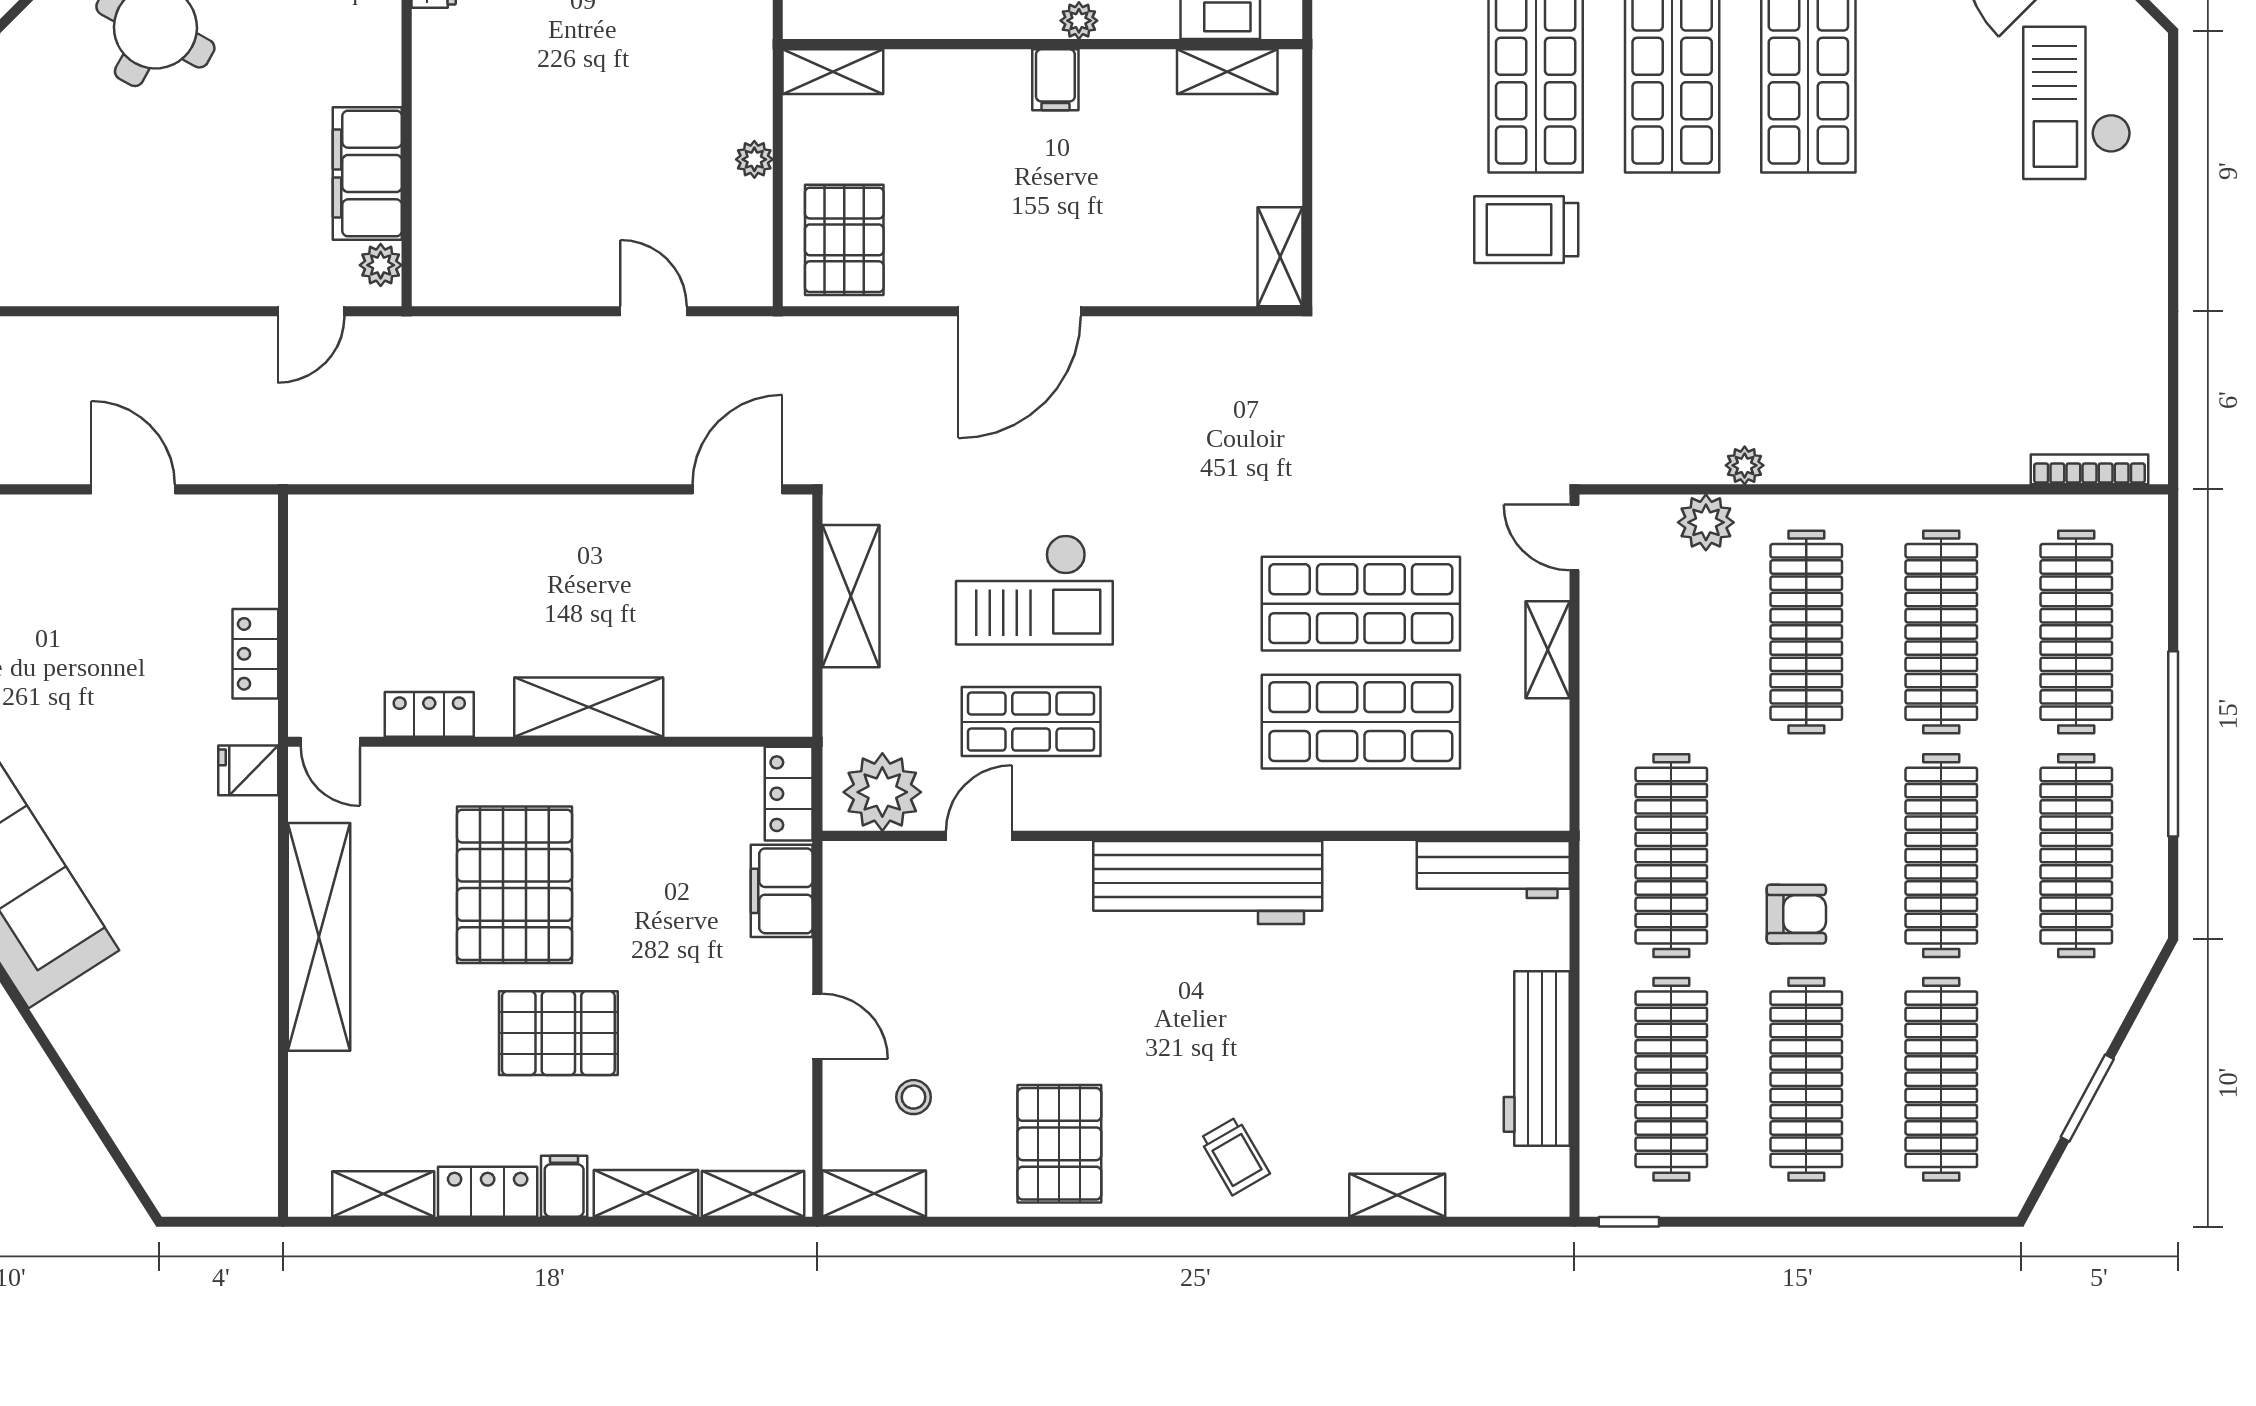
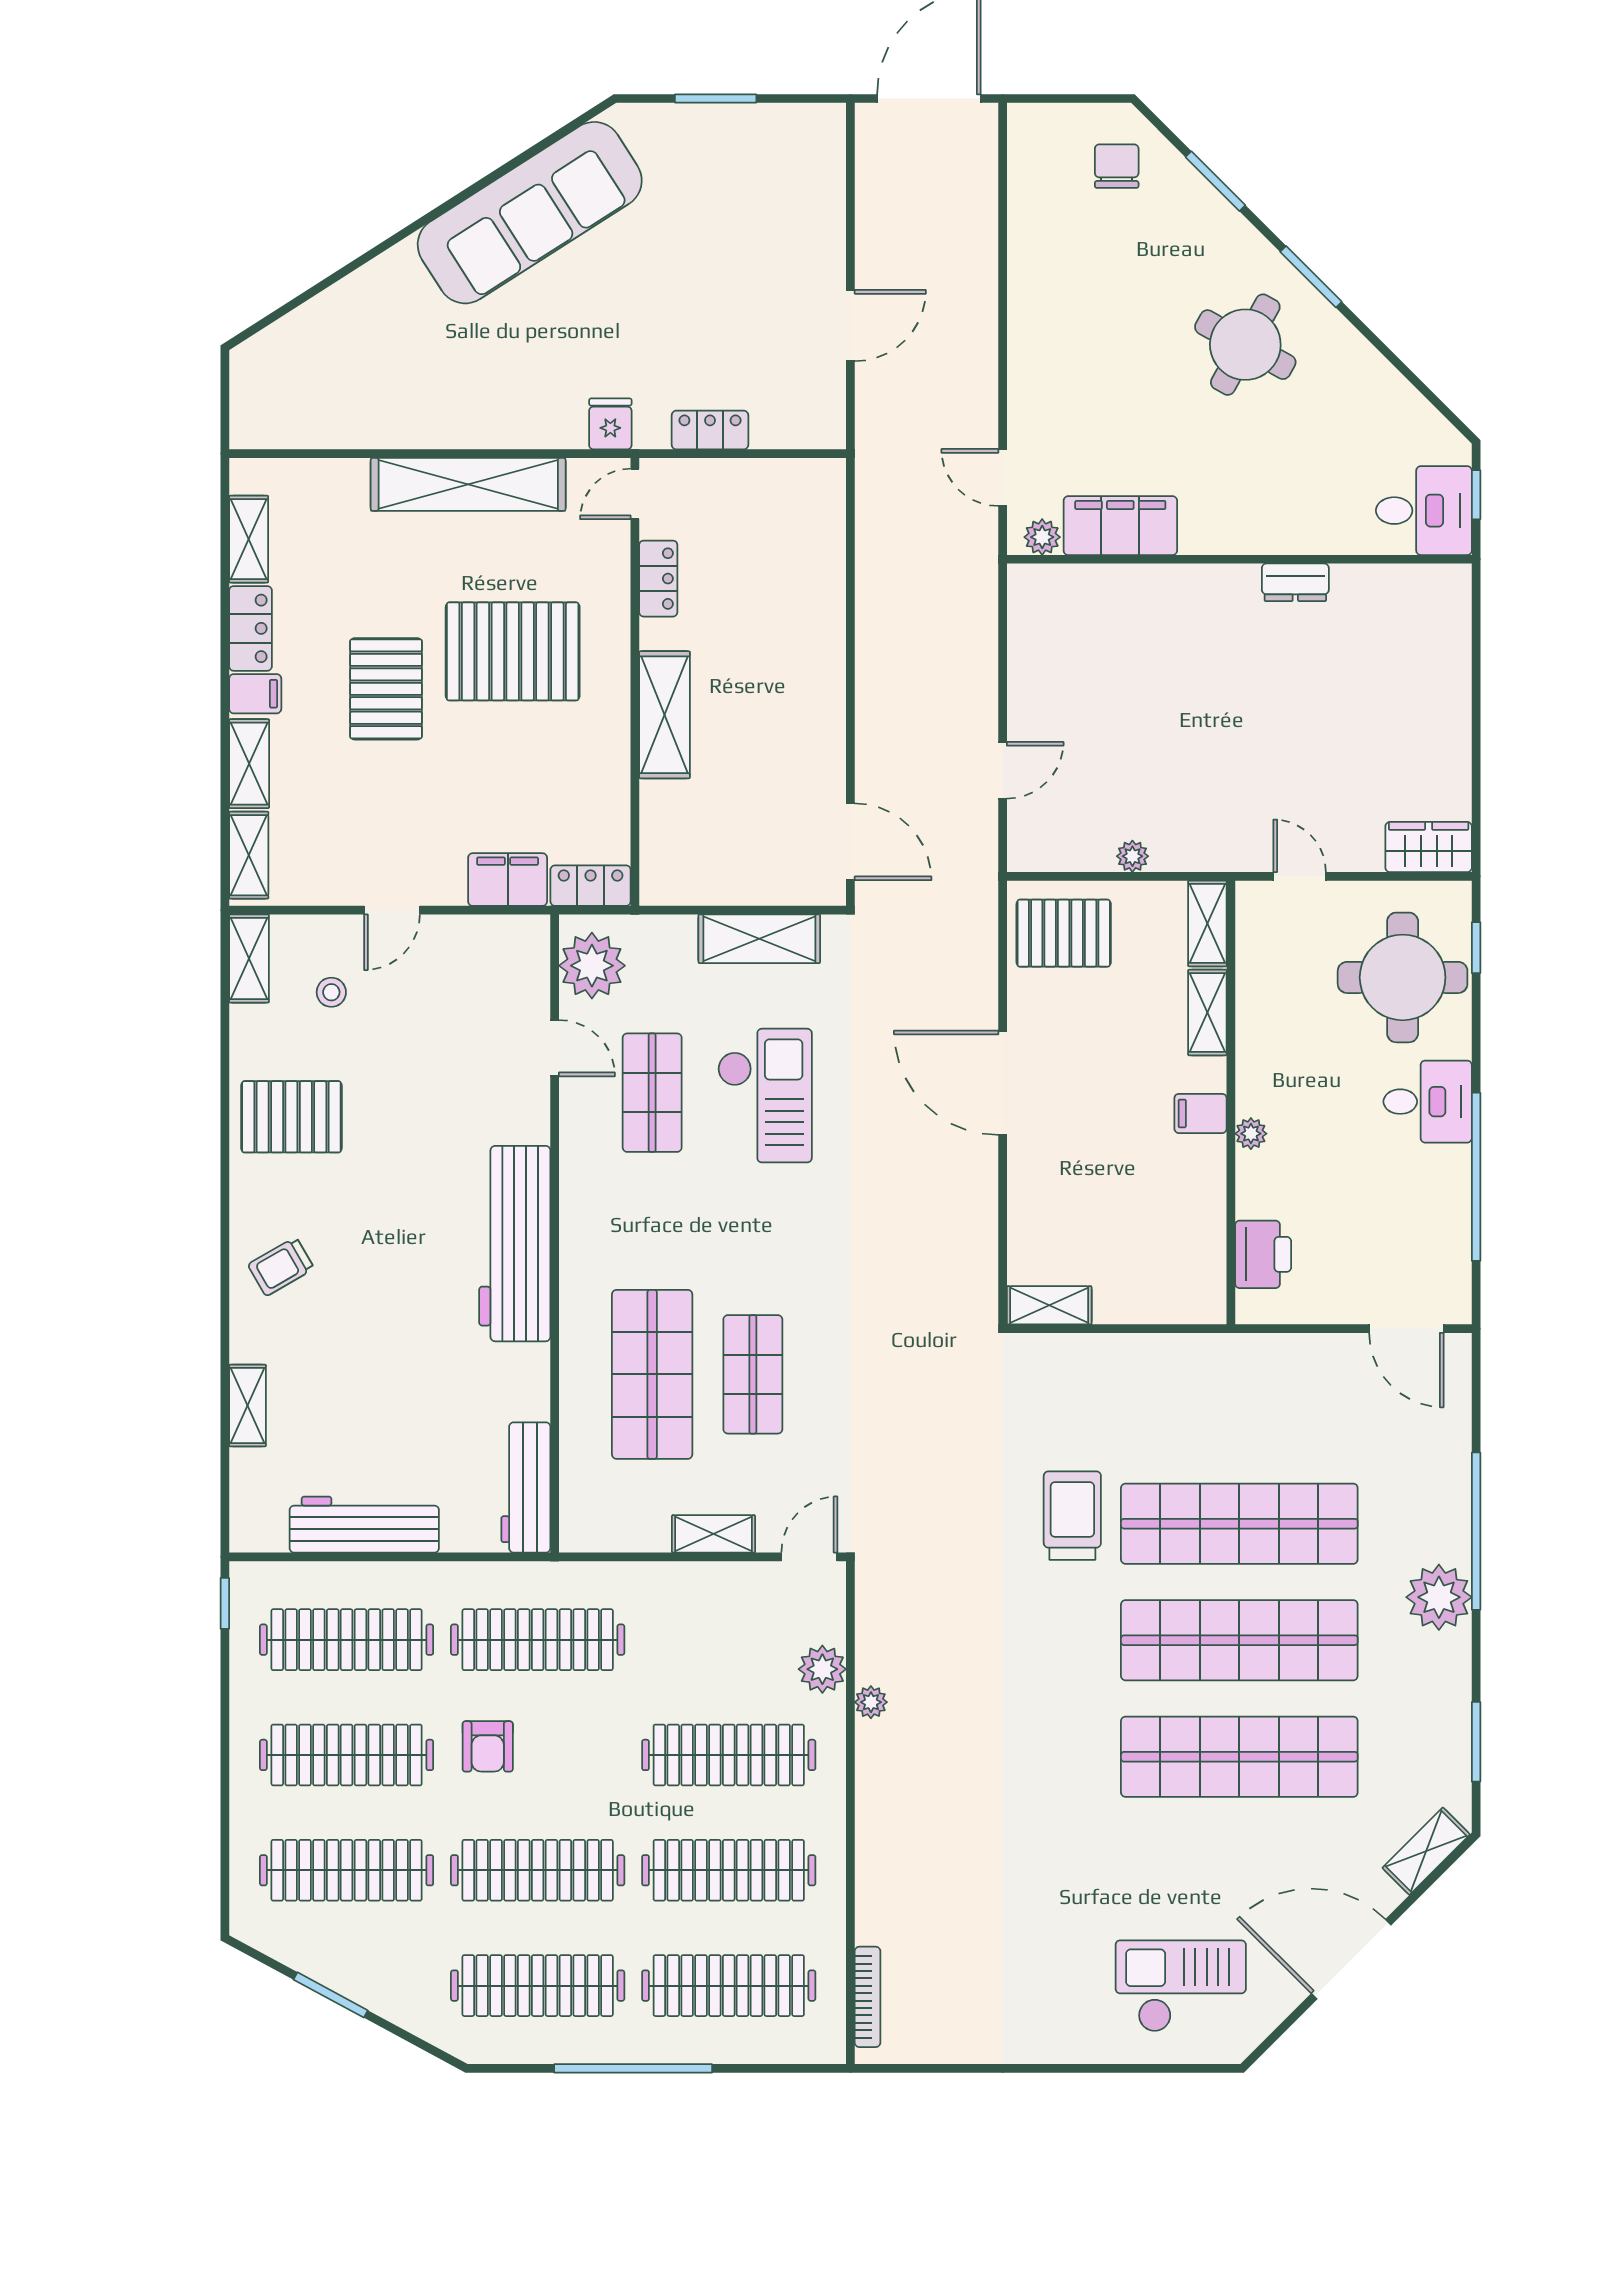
shelving: (1227, 72) -> (1207, 1013), moved
checkout: (1034, 590) -> (765, 1096), turned 180
shop shelf: (1361, 604) -> (753, 1374), width x0.70, depth x0.74

